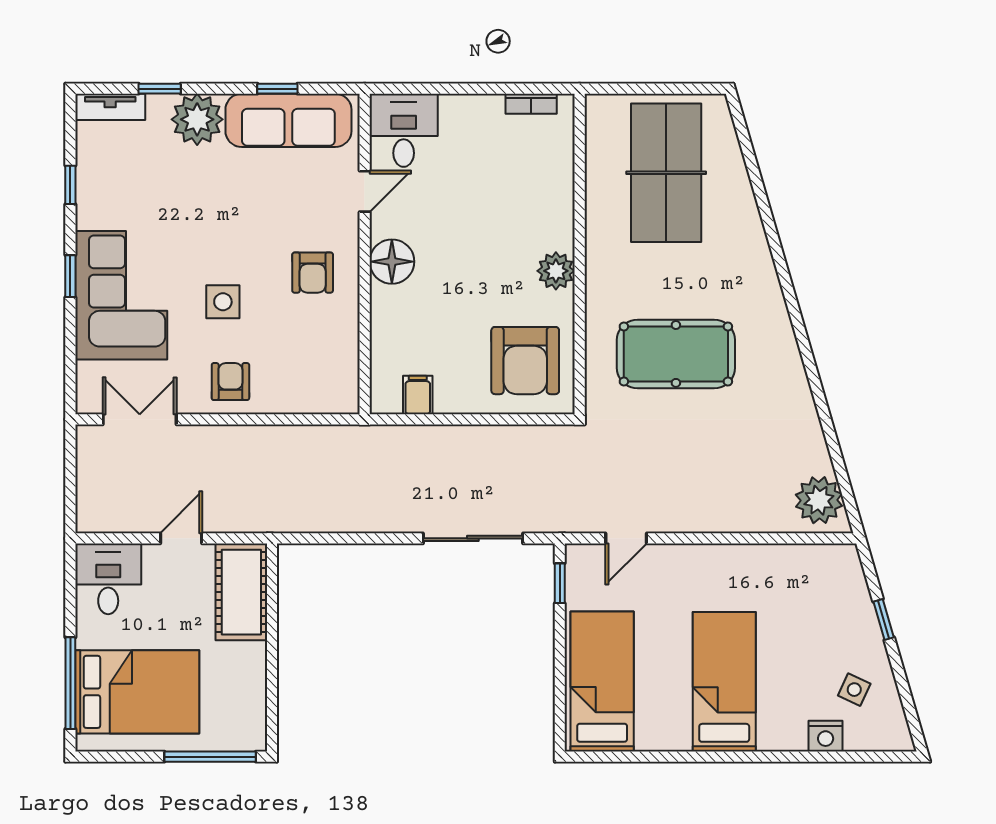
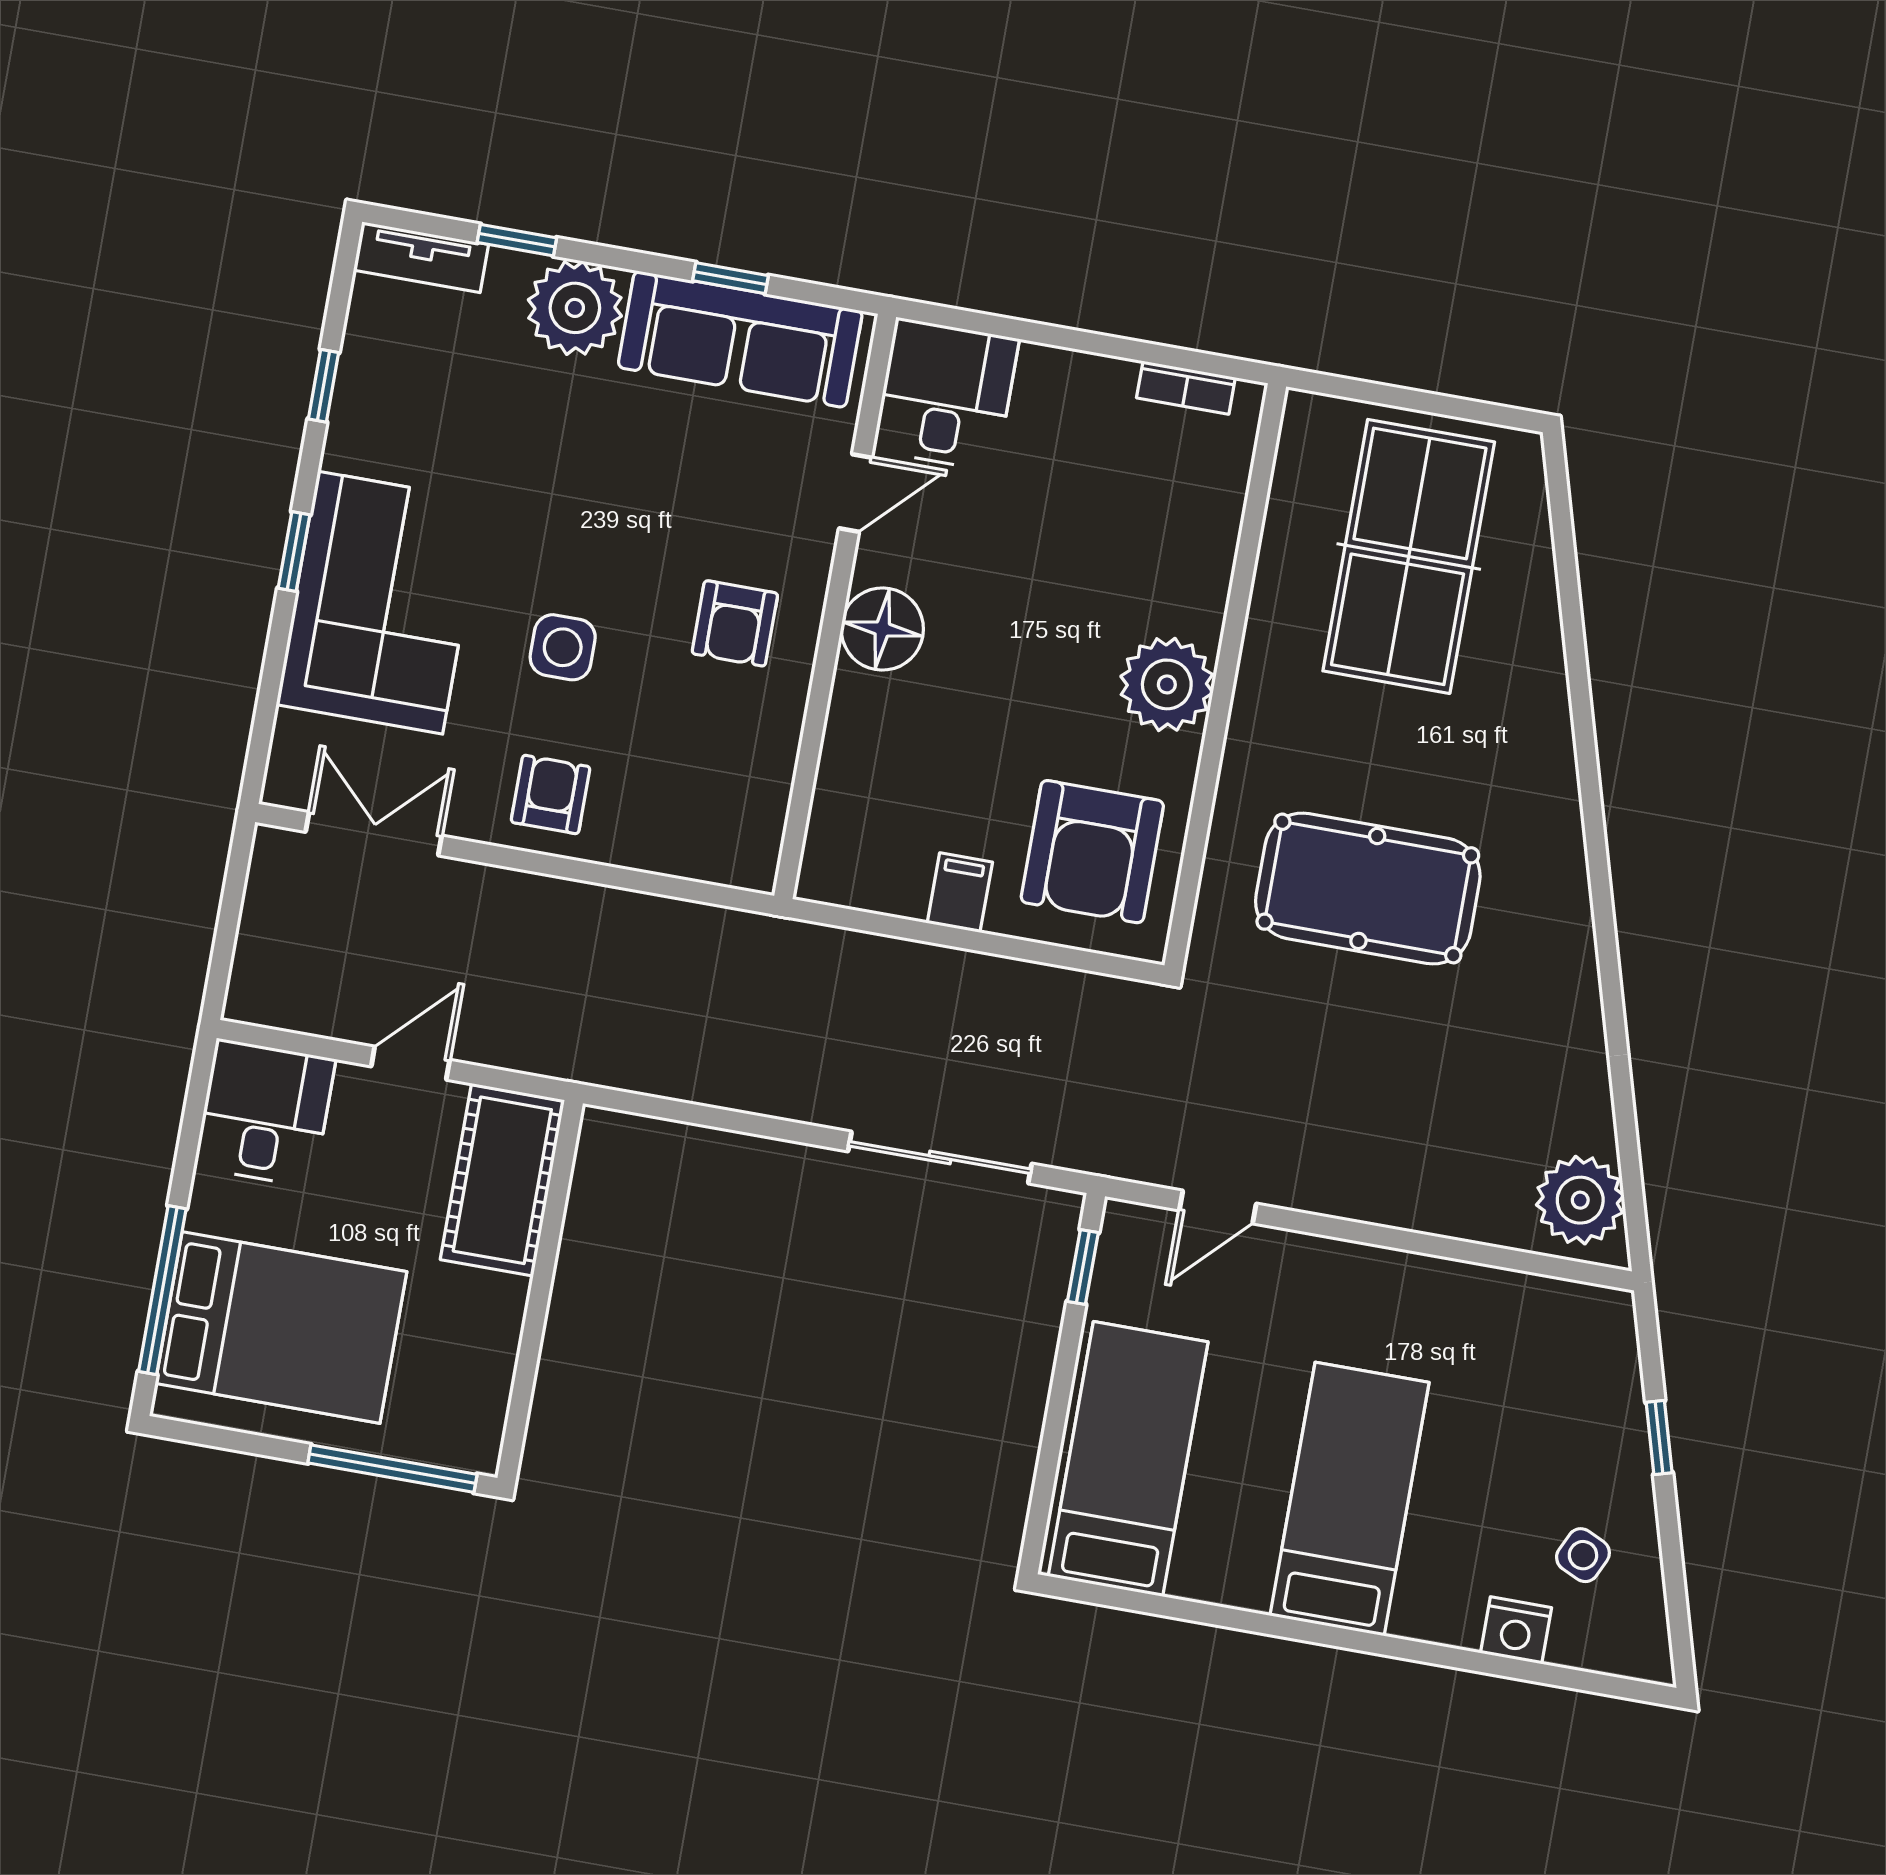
plant: (556, 271) -> (1167, 684), width x1.36, depth x1.36
filing cabinet: (418, 395) -> (960, 893), moved

